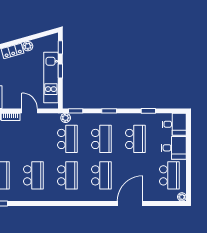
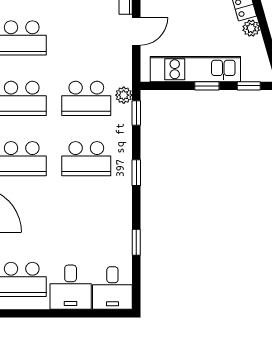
school desk: (135, 139) -> (86, 219), removed

